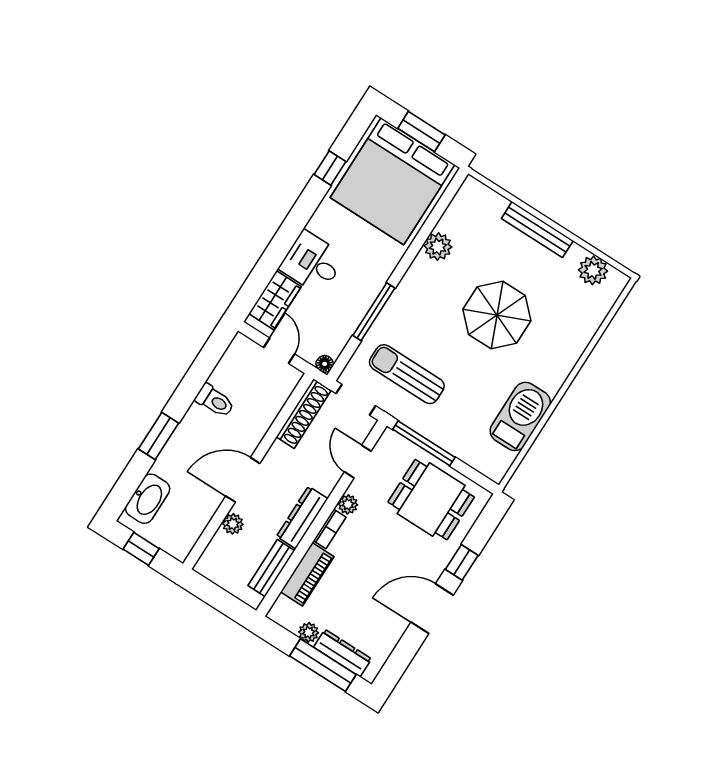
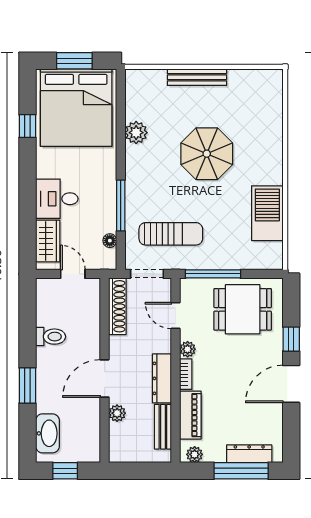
plant: (593, 270) -> (253, 81), removed
floor lamp: (325, 364) -> (110, 241), moved
sun lounger: (407, 374) -> (171, 234), turned 180
plant: (309, 632) -> (195, 454), moved

